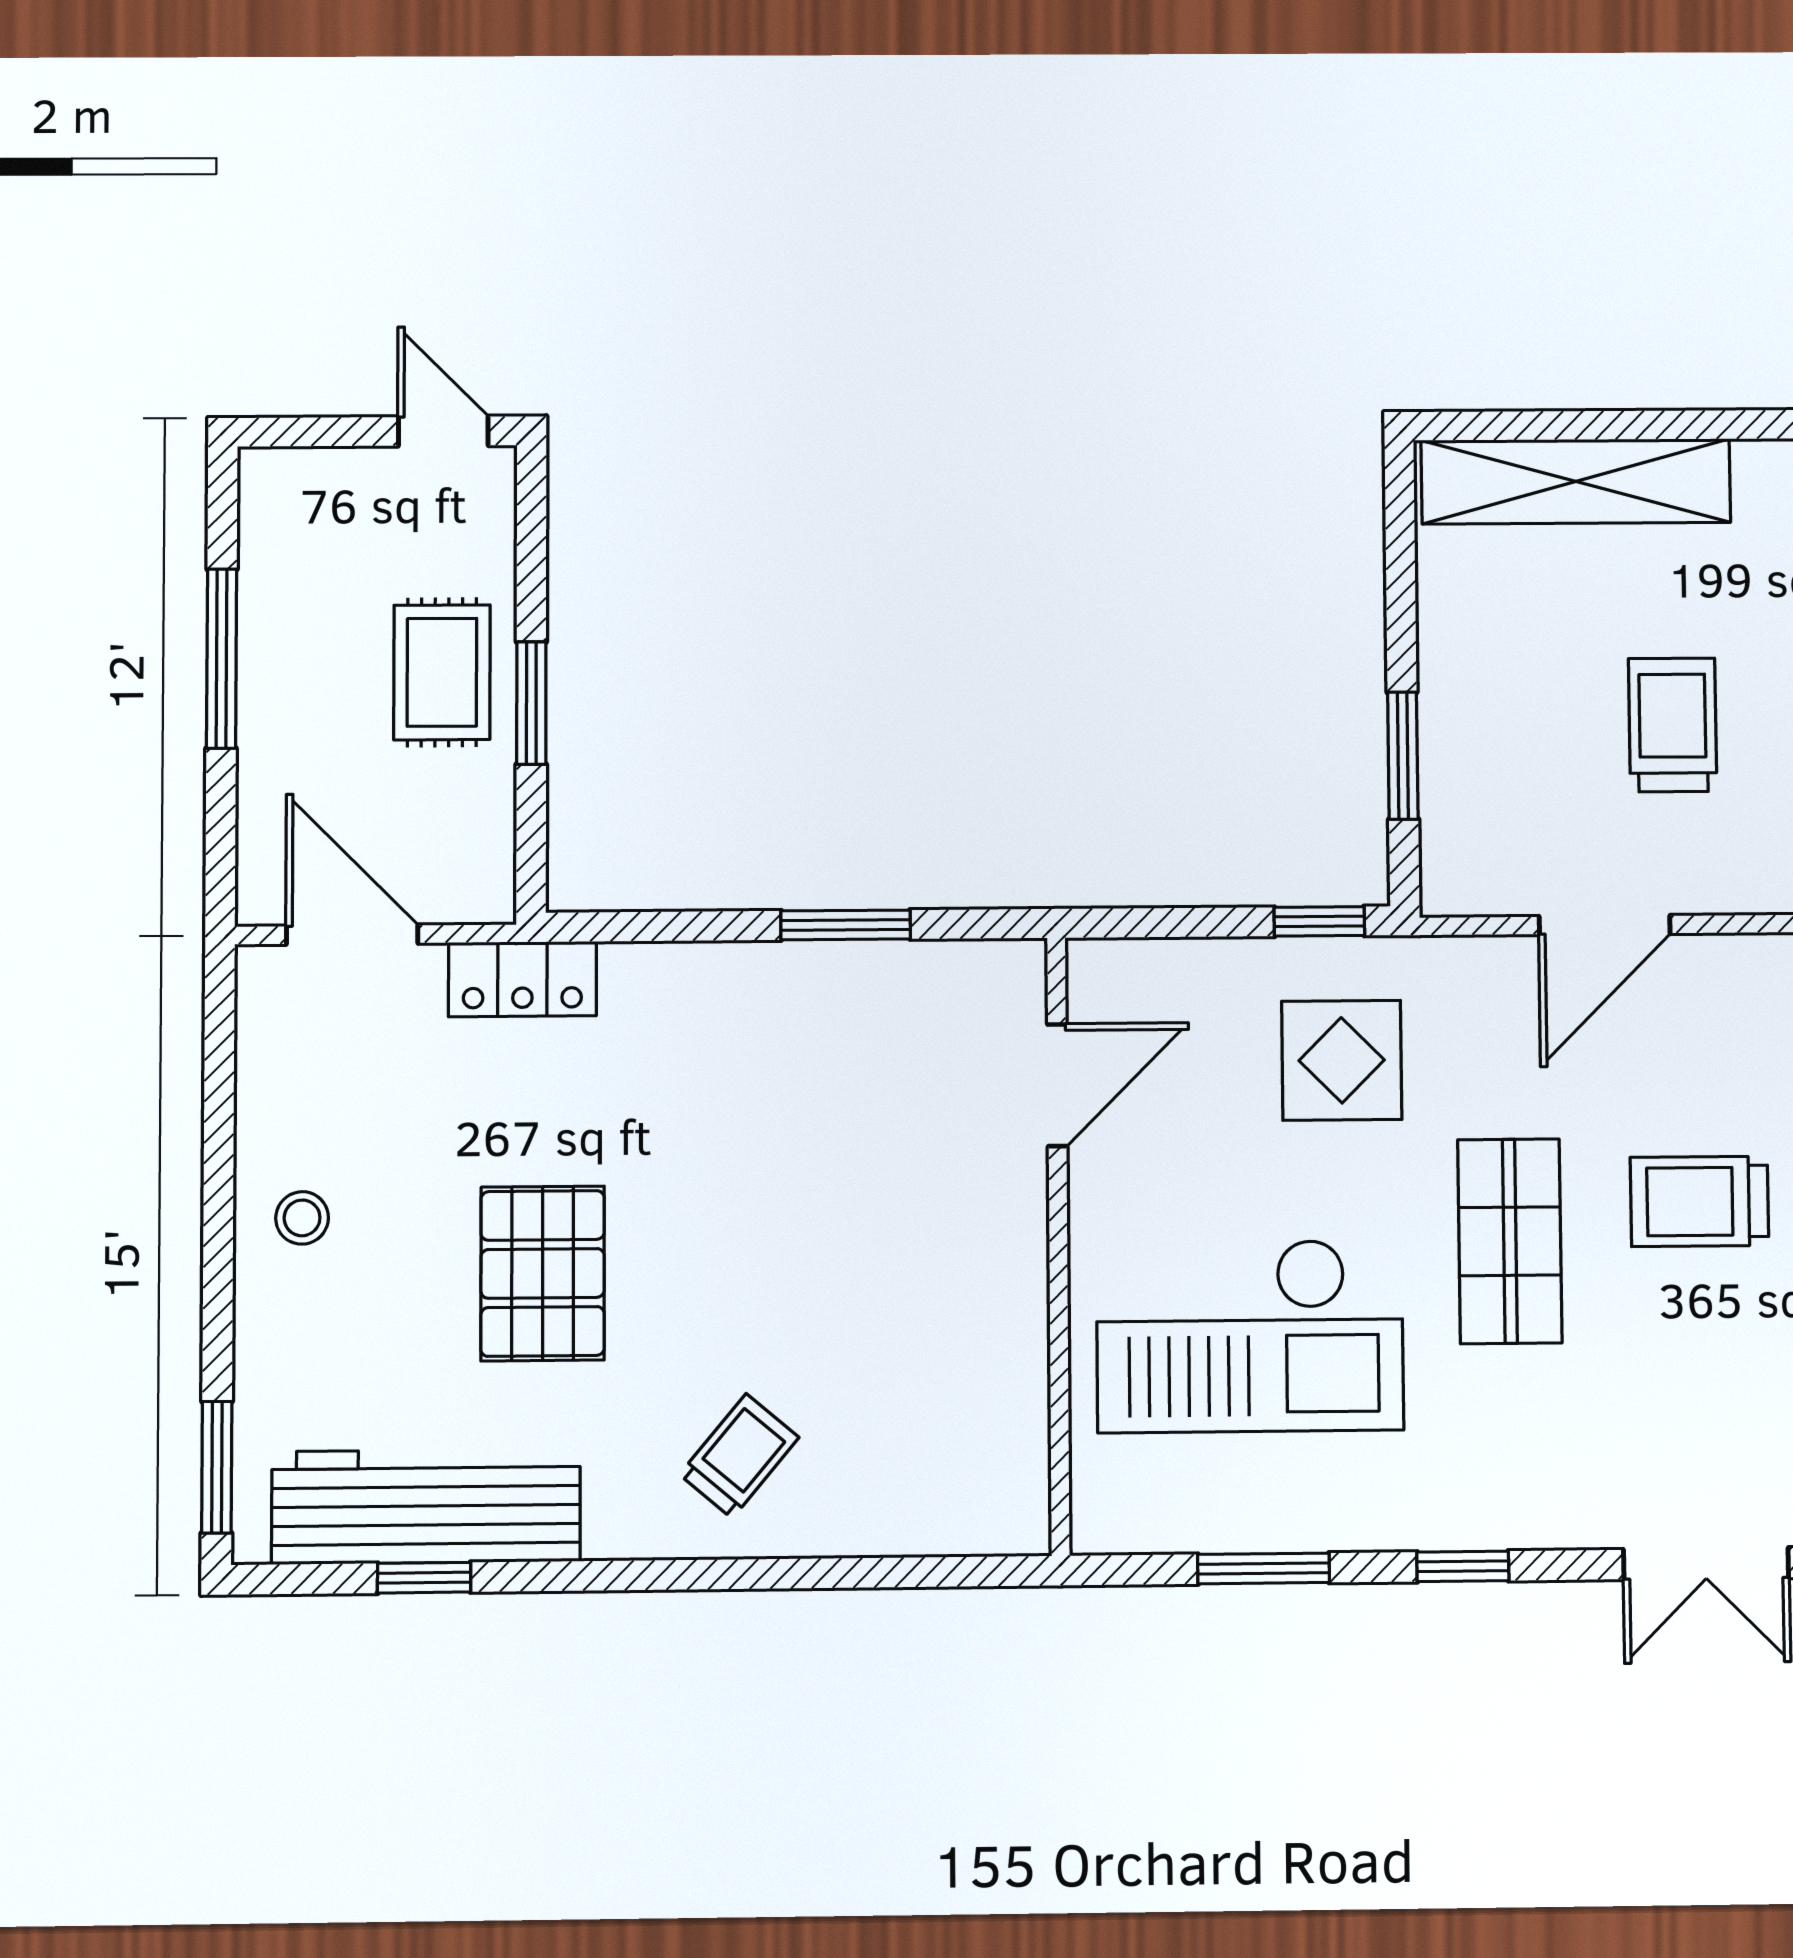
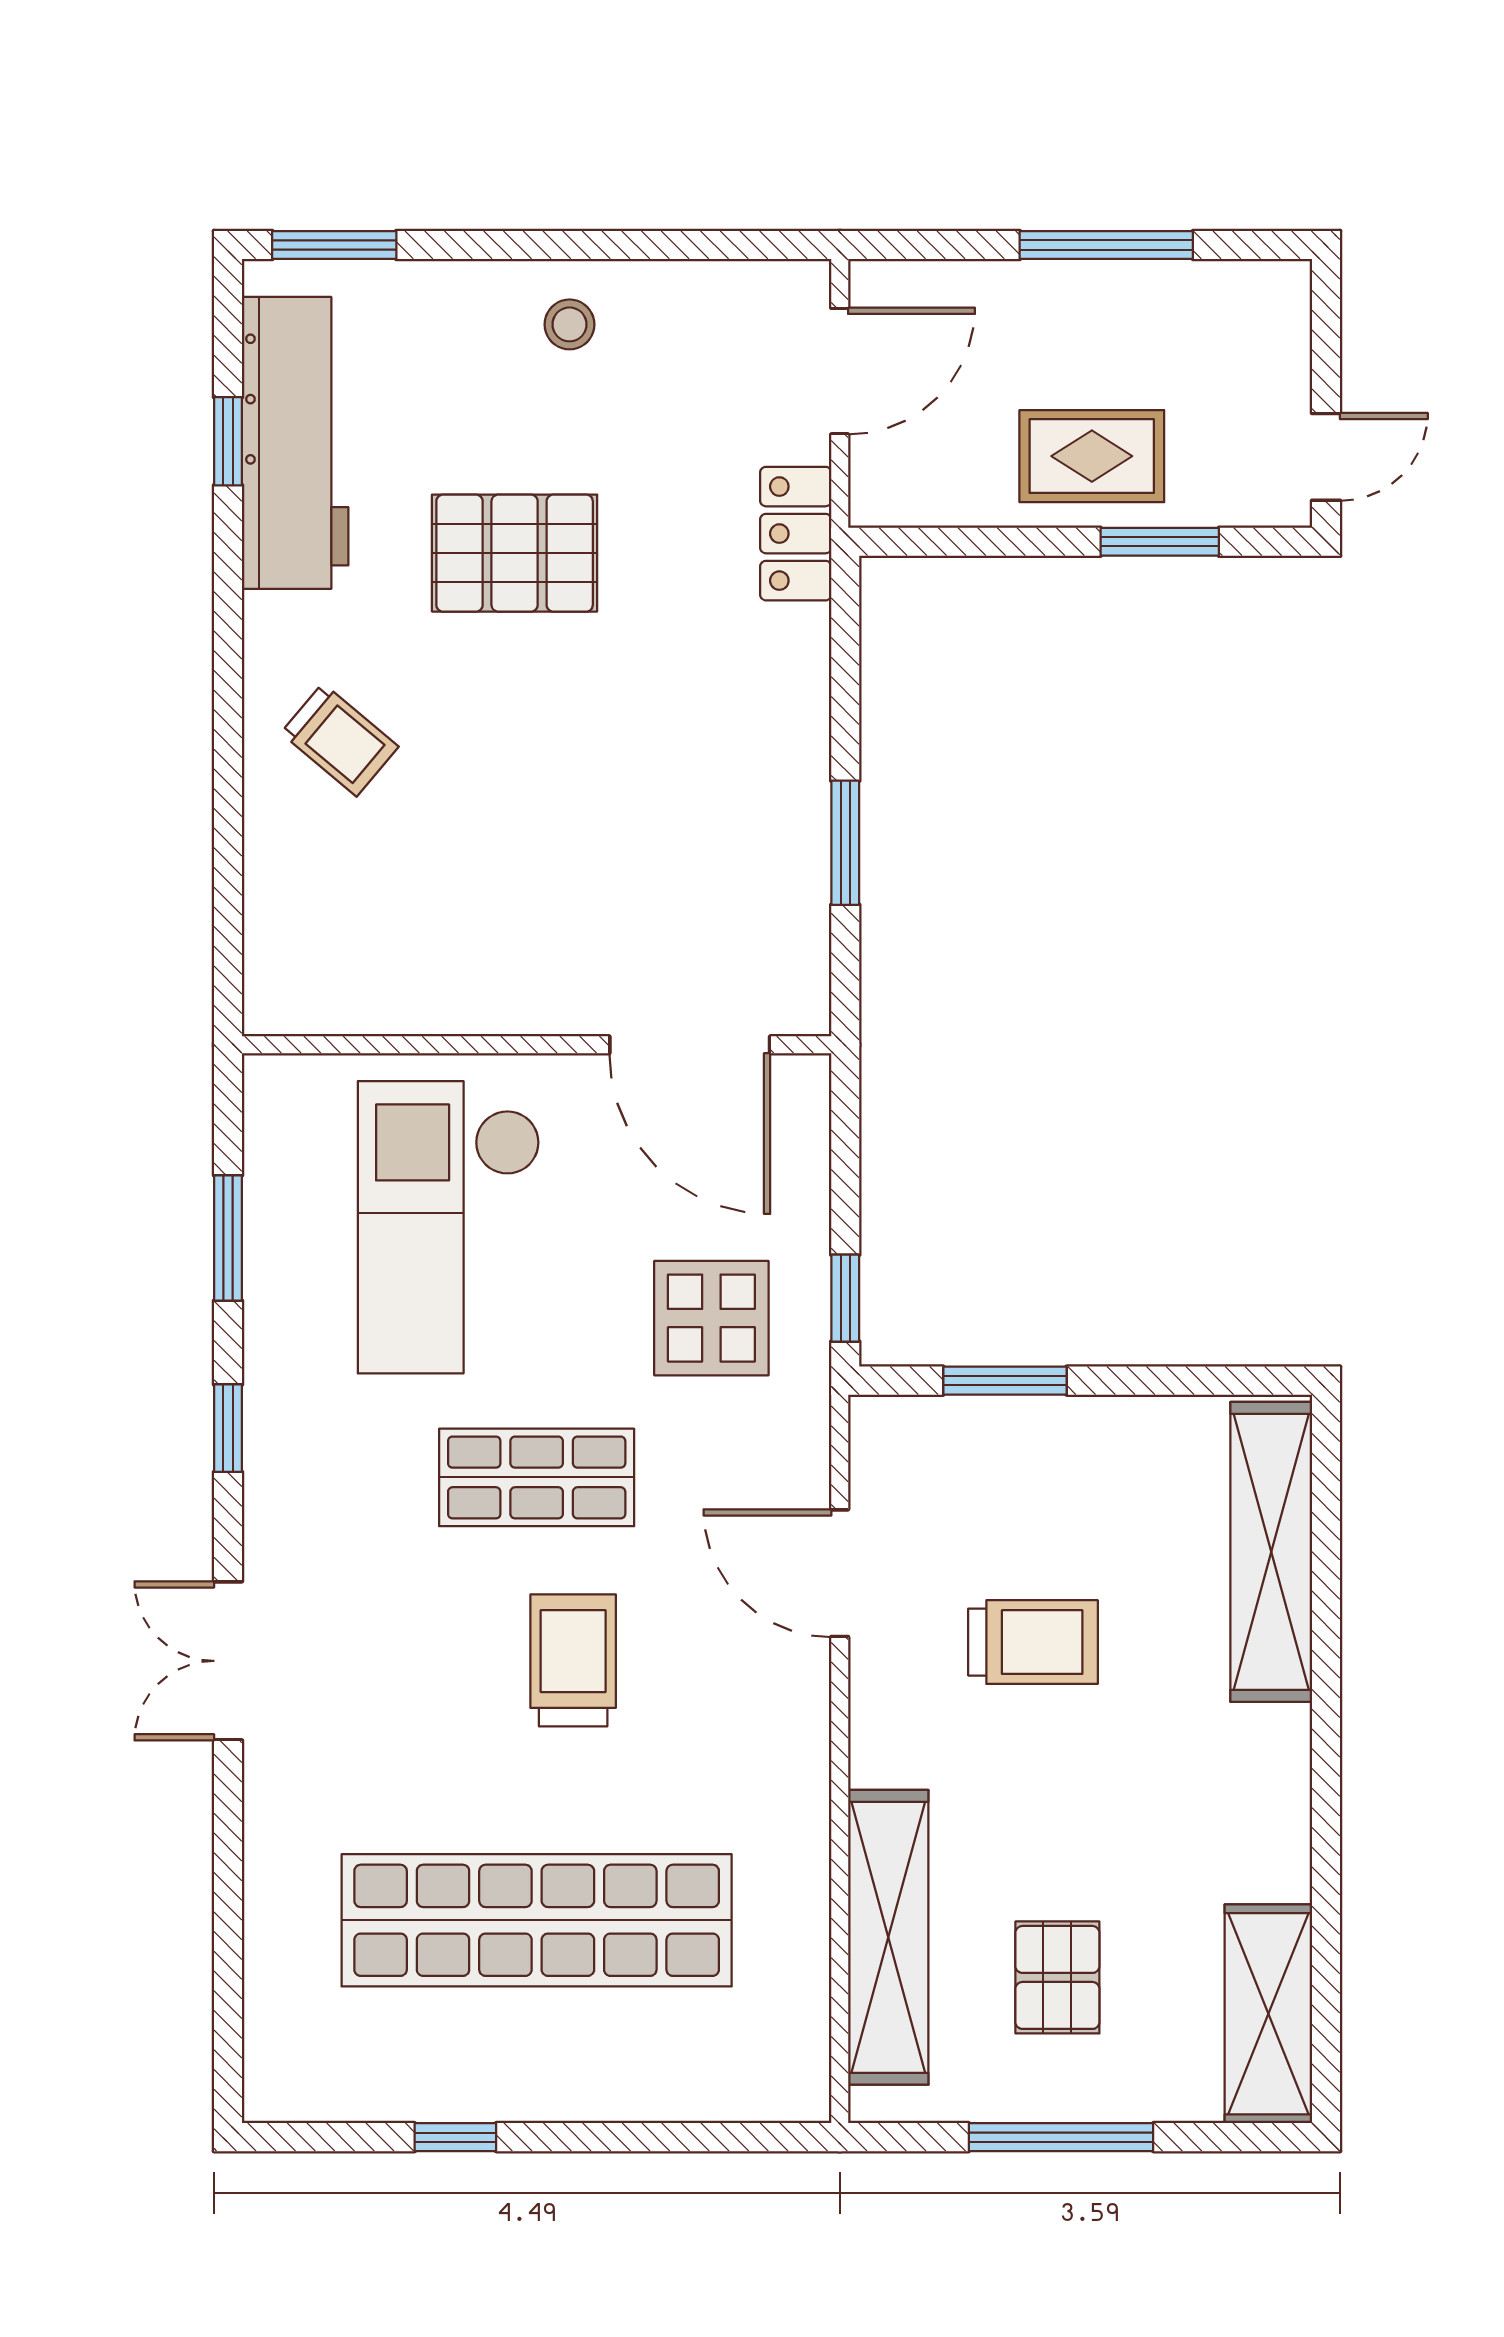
window: (531, 703) -> (1160, 542), moved
door: (1057, 1085) -> (690, 1045), width x1.36

